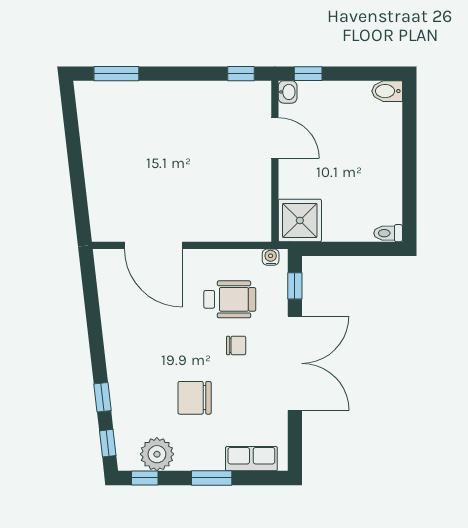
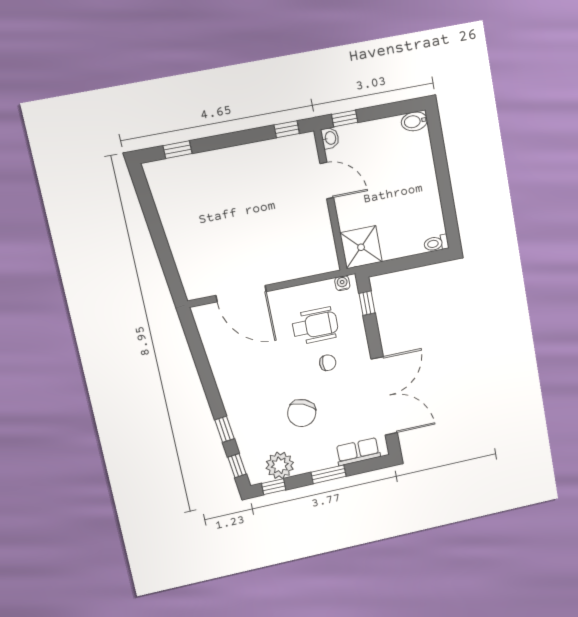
window: (116, 74) -> (178, 150), width x0.67
double door: (295, 363) -> (384, 396), moved
chair: (195, 398) -> (302, 413), turned -66

